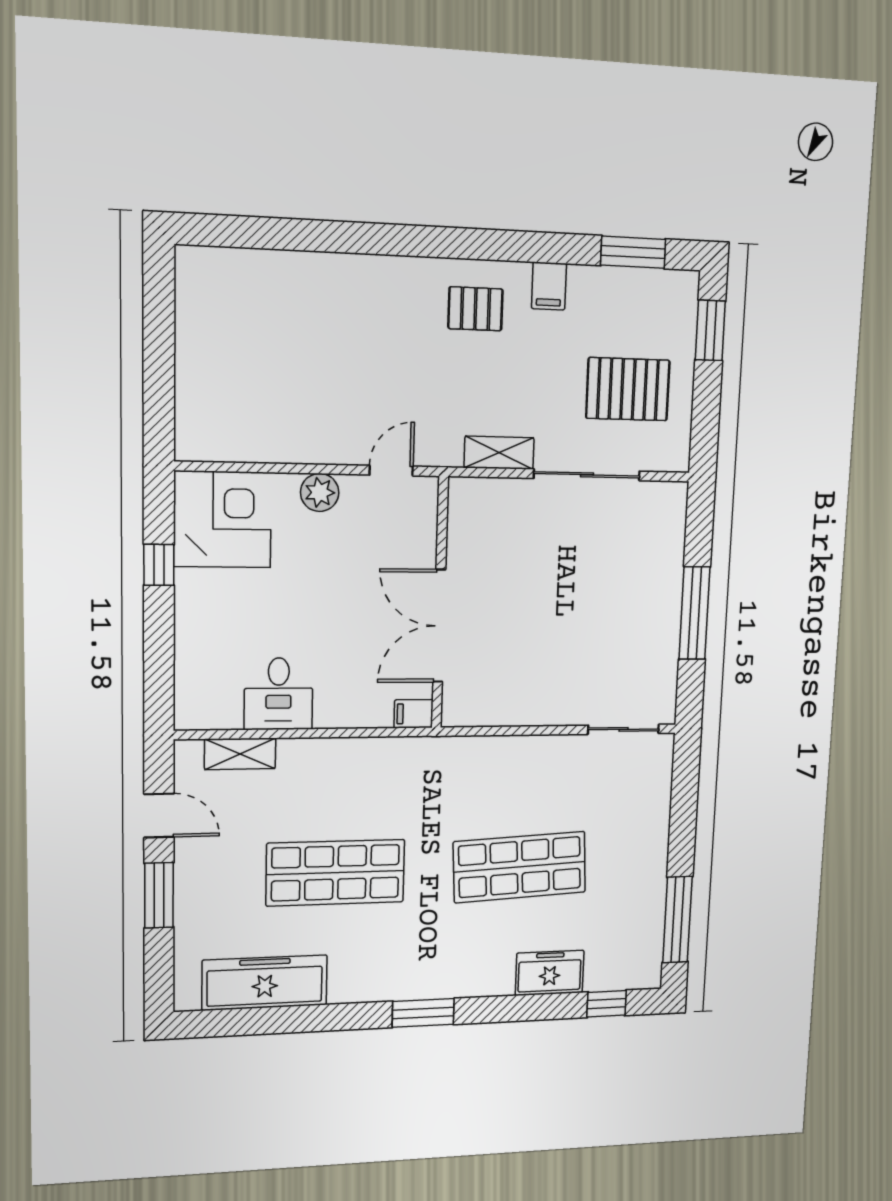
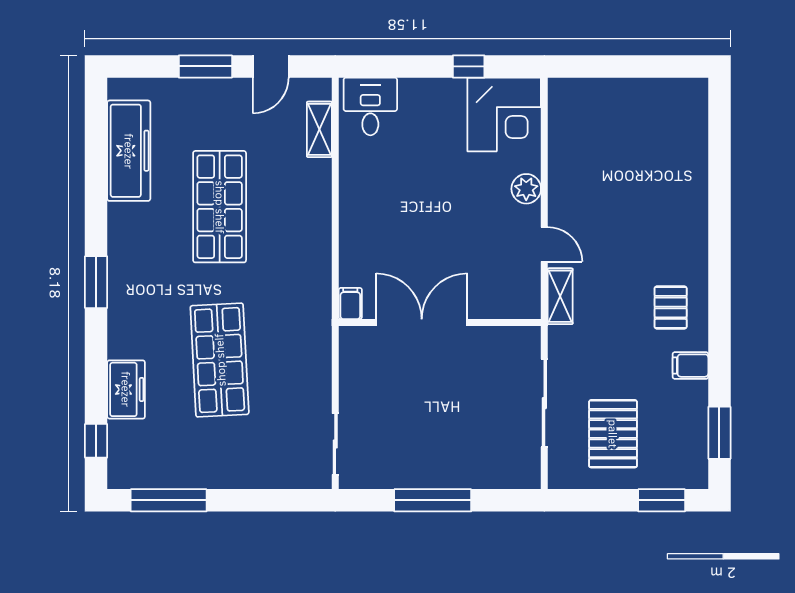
shelving: (499, 453) -> (560, 296), moved
wall: (440, 603) -> (440, 322), moved
double door: (439, 626) -> (422, 322), moved
desk: (279, 694) -> (370, 106), moved, turned 90
filing cabinet: (414, 714) -> (350, 303), moved

